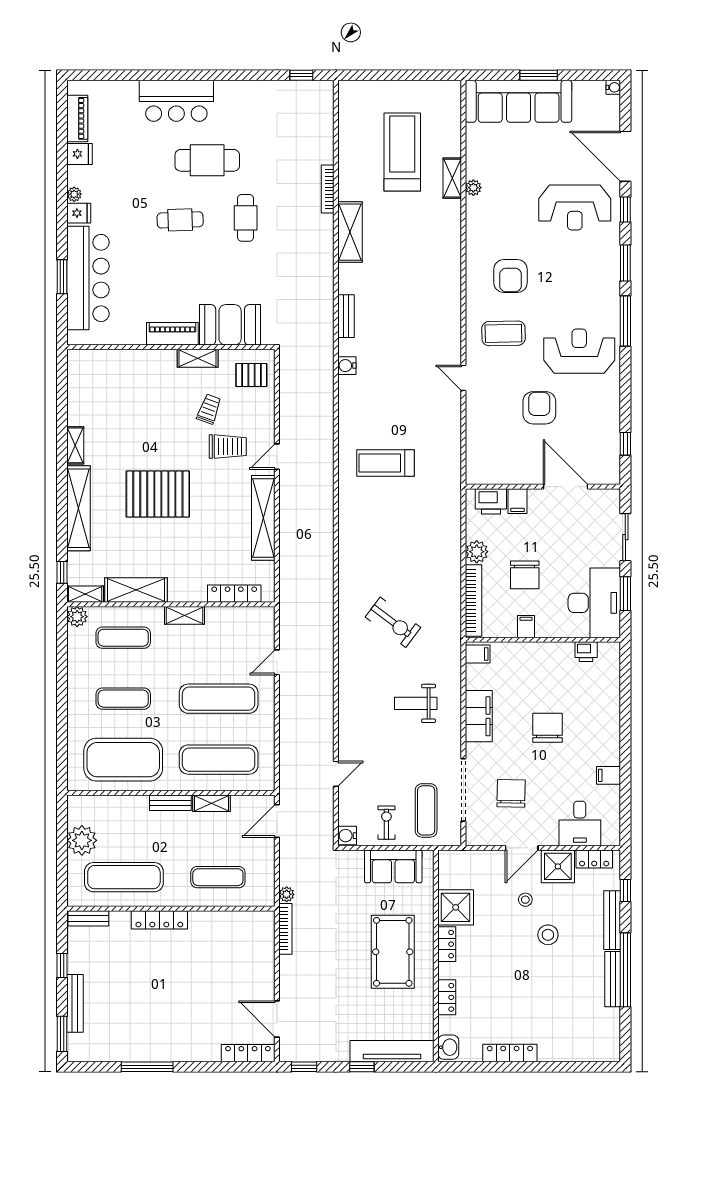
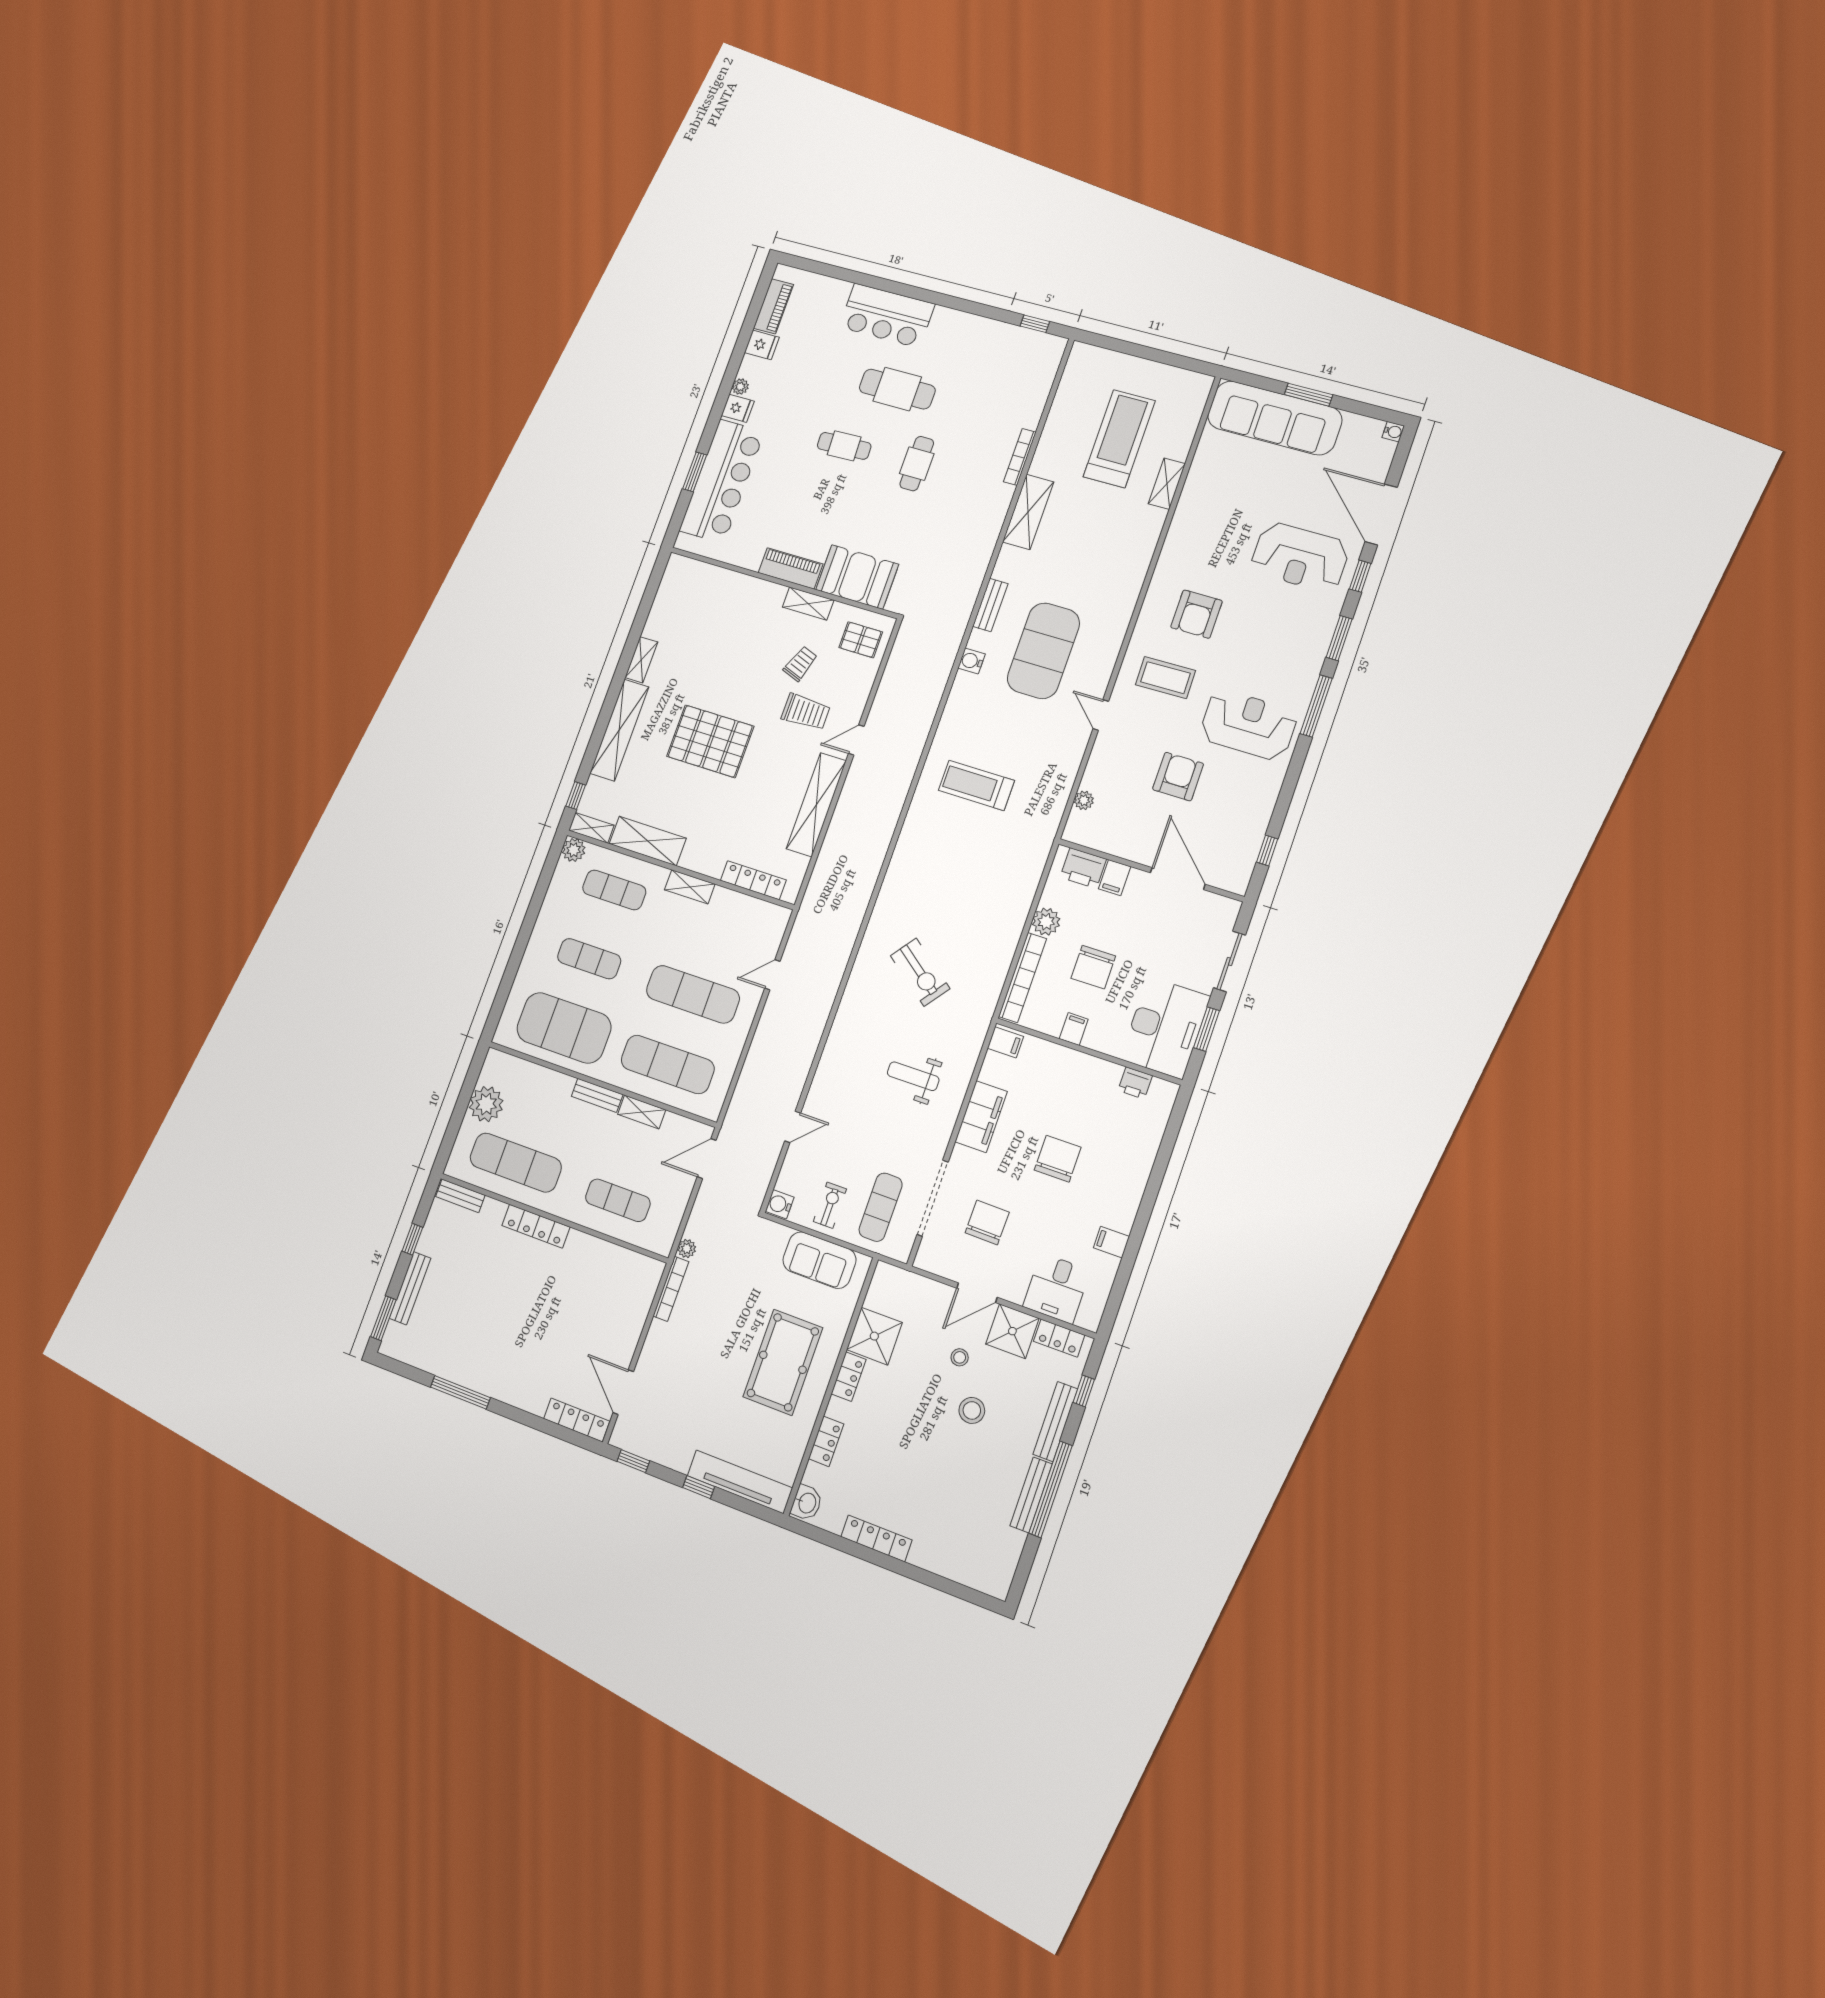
plant: (473, 188) -> (1084, 800), moved
exercise mat: (401, 340) -> (1043, 651), added

